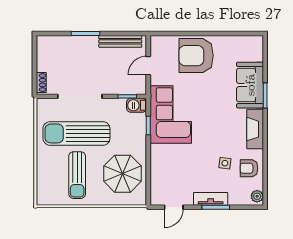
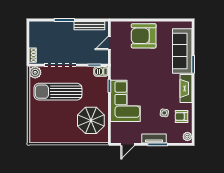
sofa: (250, 85) -> (182, 51), width x1.36
plant: (45, 107) -> (35, 72), added
corner sofa: (171, 114) -> (125, 101), moved
sun lounger: (77, 175) -> (58, 121), removed

